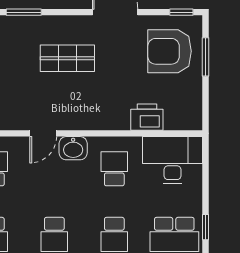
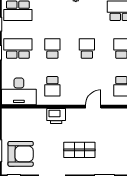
printer: (147, 117) -> (56, 116), moved
washbasin: (73, 148) -> (76, 98), removed

